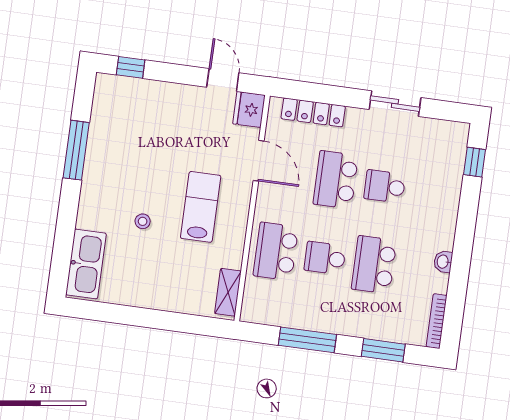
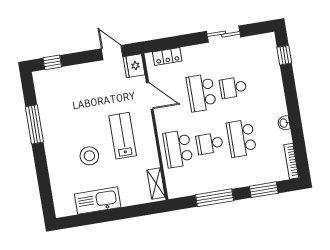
locker: (313, 112) -> (167, 56), width x0.66
stool: (143, 221) -> (89, 156), width x1.89, depth x1.89
kitchen sink: (86, 264) -> (98, 201), moved, turned -90

